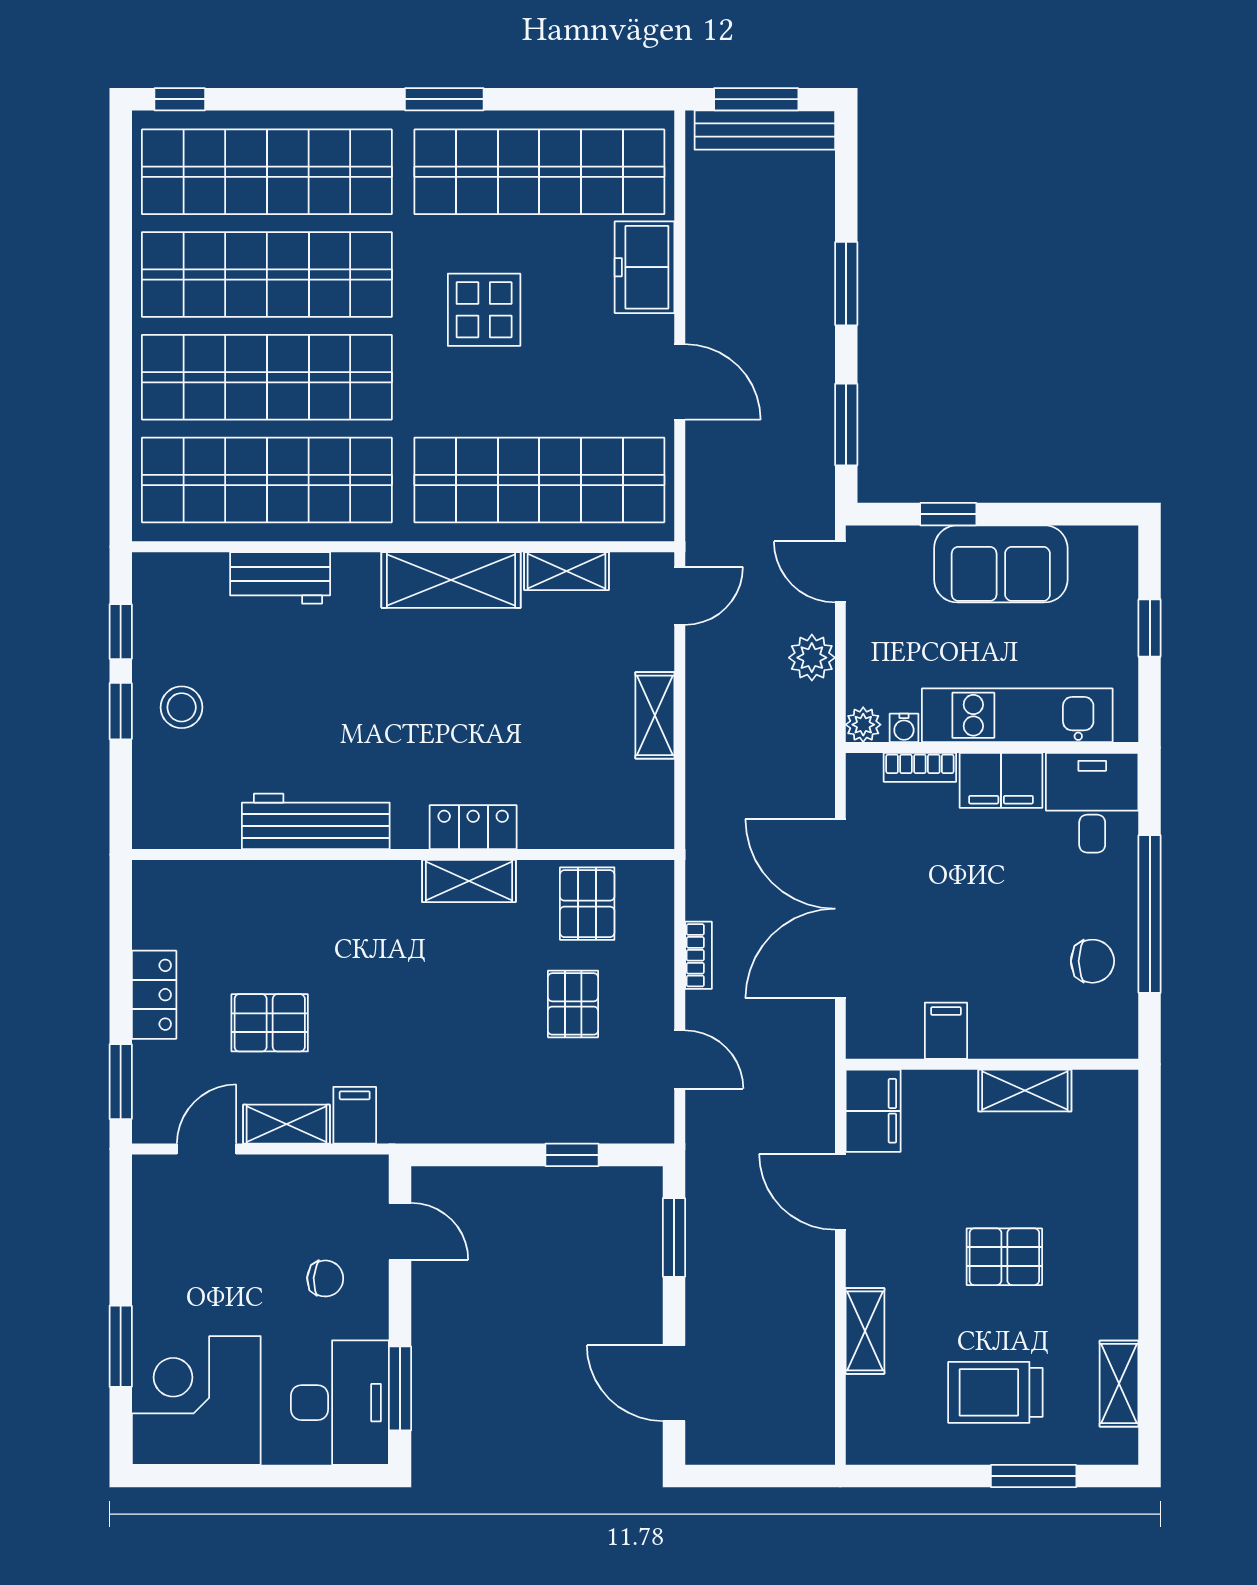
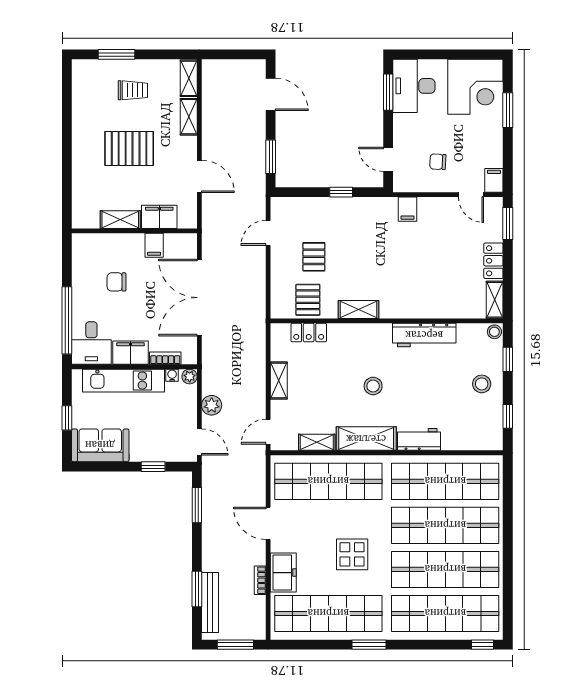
bench: (765, 130) -> (210, 602), moved, turned 90
window: (846, 284) -> (197, 589), moved
sofa: (1001, 564) -> (100, 445), moved
workbench: (280, 578) -> (419, 439), moved
stool: (435, 702) -> (373, 386), added
window: (121, 711) -> (508, 359), moved
locker: (473, 827) -> (309, 333), moved
stool: (152, 829) -> (494, 332), added
double door: (840, 909) -> (199, 298), swing flipped
window: (1150, 914) -> (67, 320), moved
bookcase: (699, 955) -> (260, 580), moved
chair: (1092, 961) -> (116, 282), moved
pallet: (270, 1023) -> (444, 249), removed
door: (680, 1060) -> (268, 233), hinge flipped
filing cabinet: (873, 1111) -> (159, 217), moved, turned 90
shelving: (286, 1124) -> (495, 300), moved, turned 90
door: (207, 1149) -> (471, 195), hinge flipped
window: (572, 1155) -> (341, 192), moved
filing cabinet: (153, 1182) -> (494, 180), added
pallet: (1004, 1257) -> (129, 148), width x1.50, depth x1.42
chair: (325, 1278) -> (438, 162), moved
shelving: (1119, 1384) -> (189, 78), moved
trolley: (995, 1392) -> (133, 90), width x0.73, depth x0.72

